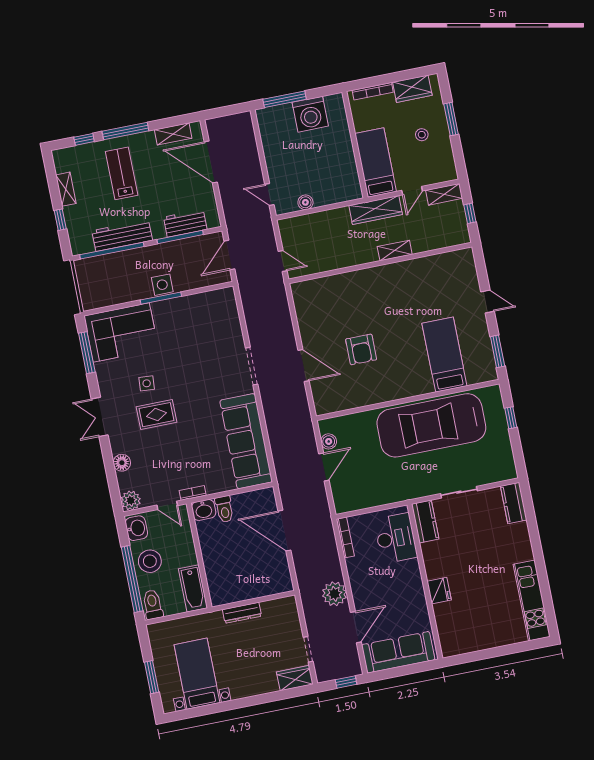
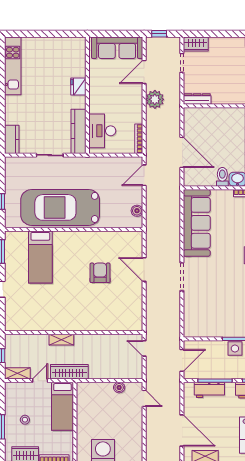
car: (431, 425) -> (60, 207), turned 180
door: (324, 467) -> (144, 175), moved
kitchen counter: (425, 521) -> (79, 131), width x1.50
dresser: (242, 613) -> (197, 99), moved

